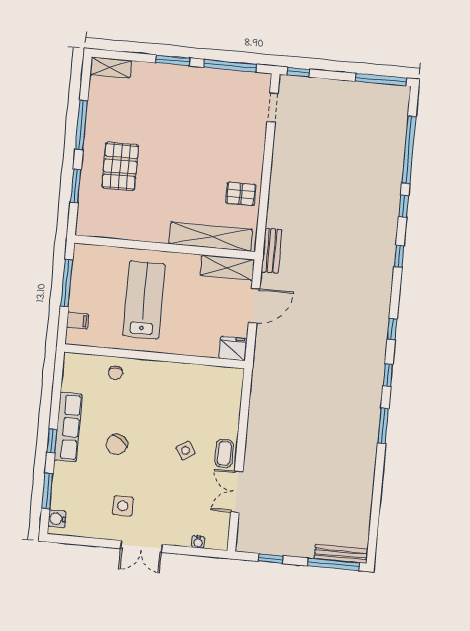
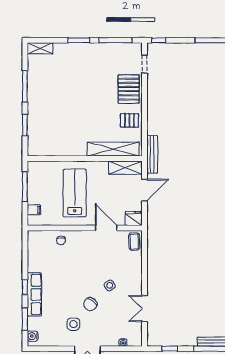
pallet: (120, 166) -> (129, 89), moved
bench: (271, 251) -> (152, 154), width x1.36
door: (188, 359) -> (106, 228), added
row of seats: (68, 427) -> (34, 294), moved
chair: (117, 444) -> (90, 304), moved
coffee table: (224, 453) -> (134, 241), moved

